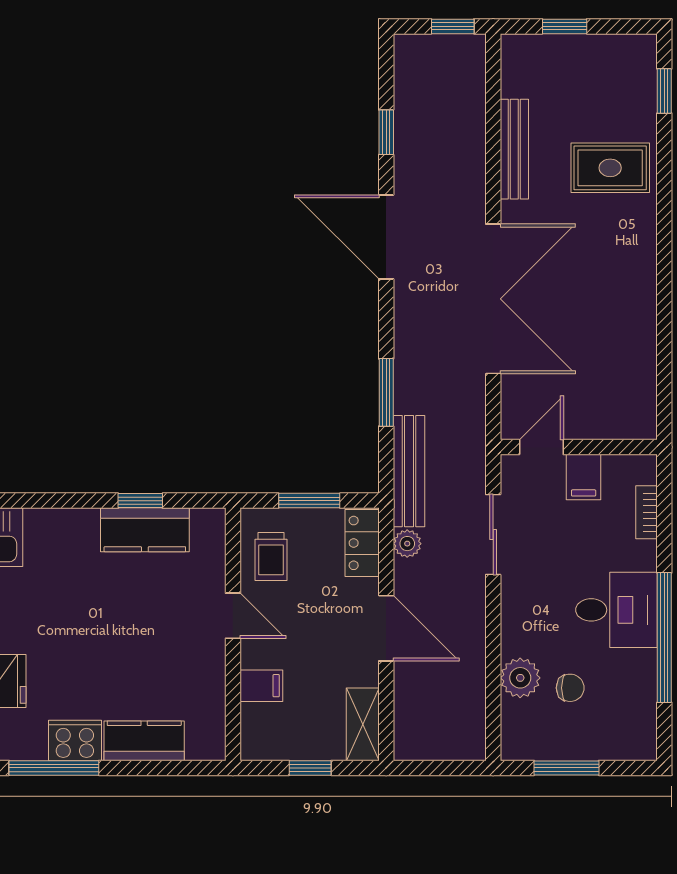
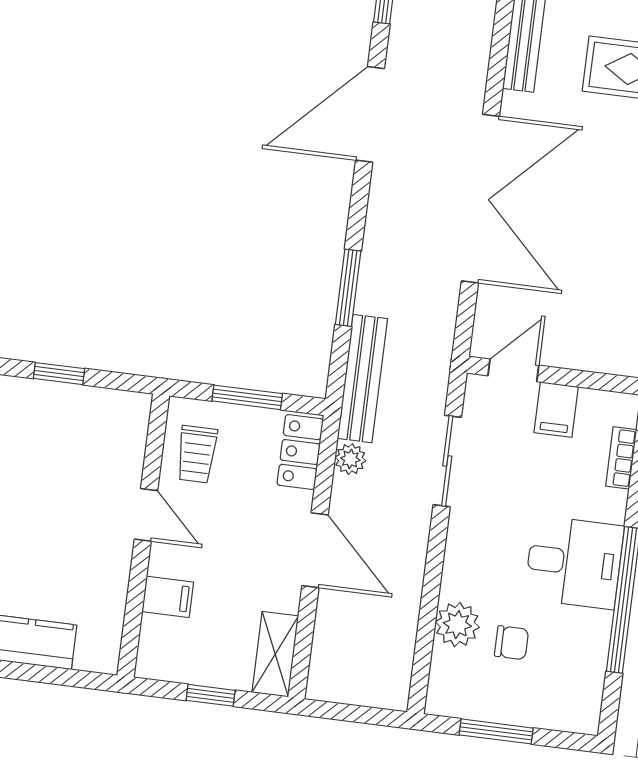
door: (386, 237) -> (370, 114), hinge flipped
kitchen counter: (145, 530) -> (60, 407), removed

